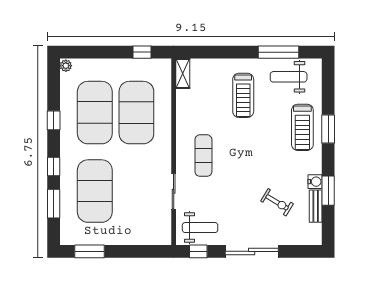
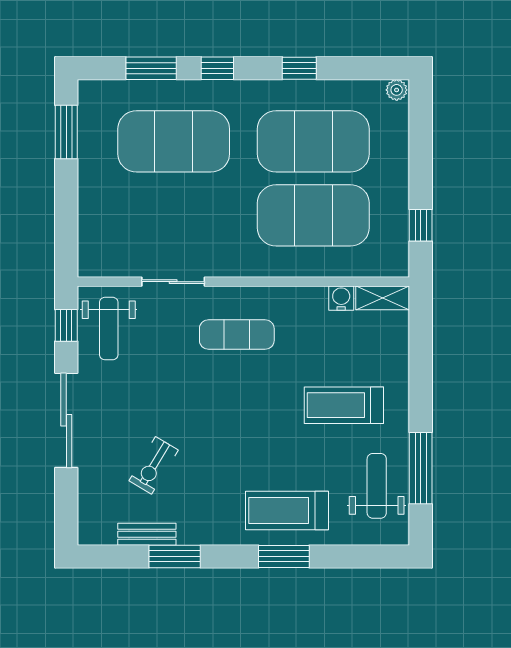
water cooler: (315, 182) -> (341, 298), moved, turned 180

